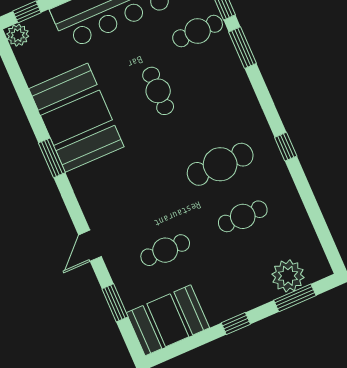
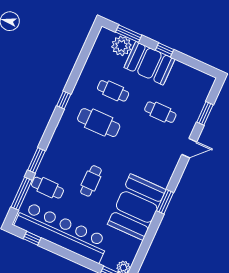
booth: (168, 320) -> (149, 63), moved

